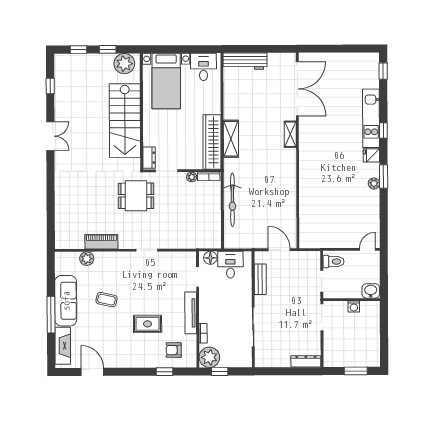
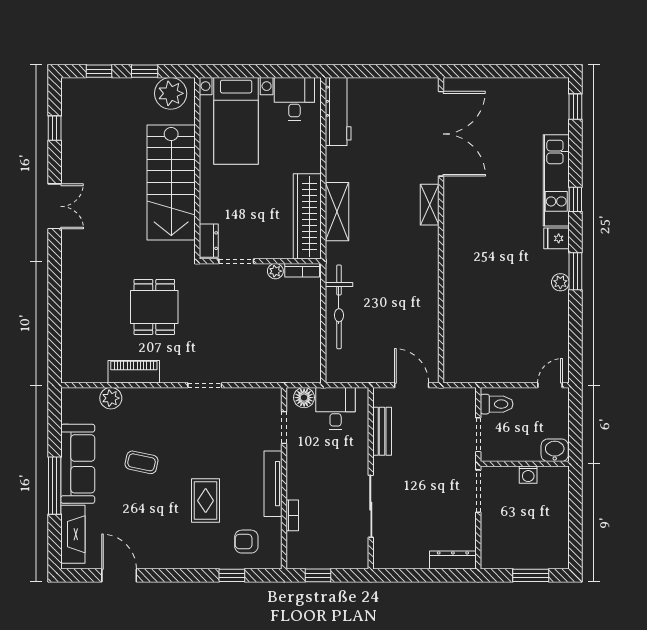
workbench: (245, 61) -> (338, 112), moved, turned -90
dining table: (136, 196) -> (154, 307), moved, turned 90
rug: (148, 324) -> (206, 501), turned 90
plant: (209, 357) -> (302, 553), removed

